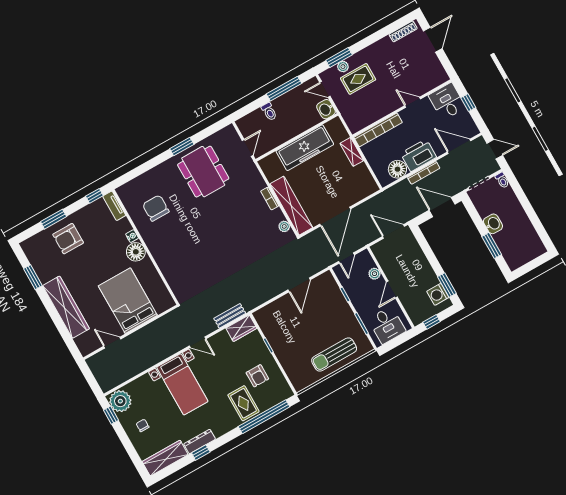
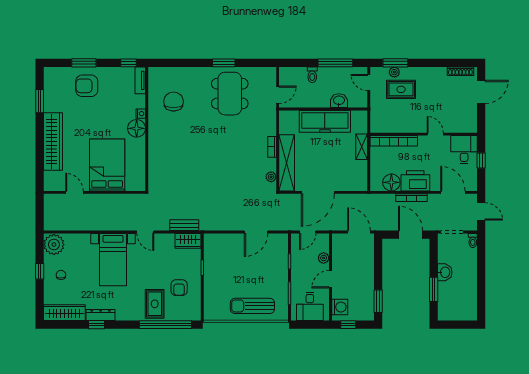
washbasin: (326, 109) -> (339, 101), moved, turned 90
washing machine: (438, 294) -> (340, 307), moved, turned 180
window: (111, 415) -> (40, 271), moved

